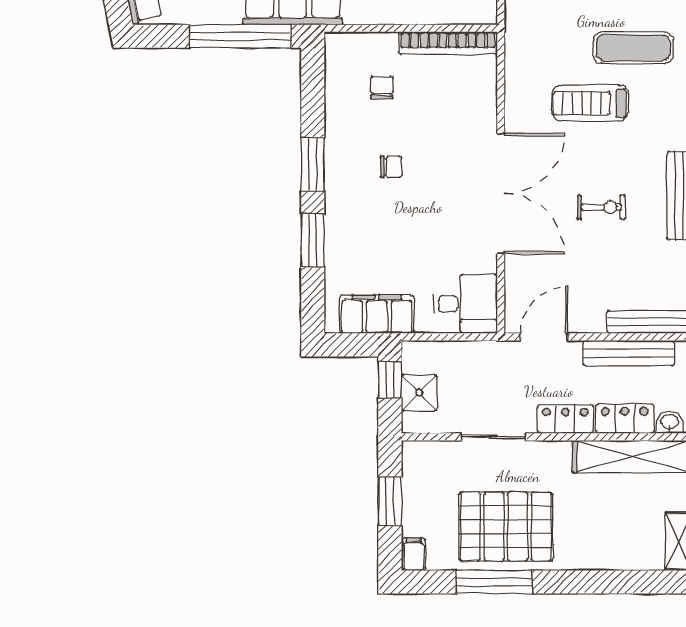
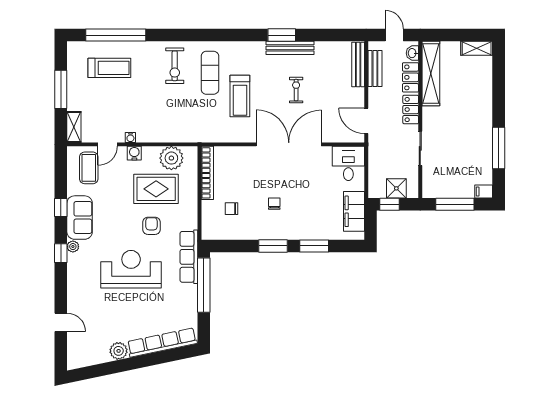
bench: (629, 353) -> (375, 69), width x0.73
window: (390, 501) -> (455, 204), width x1.44
pallet: (506, 527) -> (469, 142), removed

